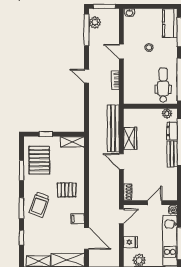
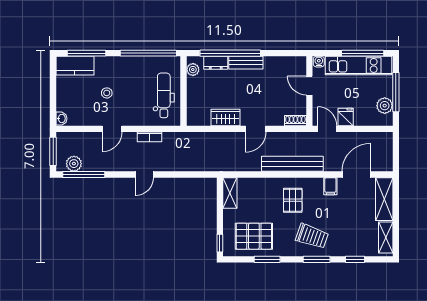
dental chair: (163, 85) -> (164, 95), moved, turned 90
bench: (113, 128) -> (292, 164), moved
window: (46, 134) -> (220, 243), moved
fridge: (131, 242) -> (346, 117), moved

